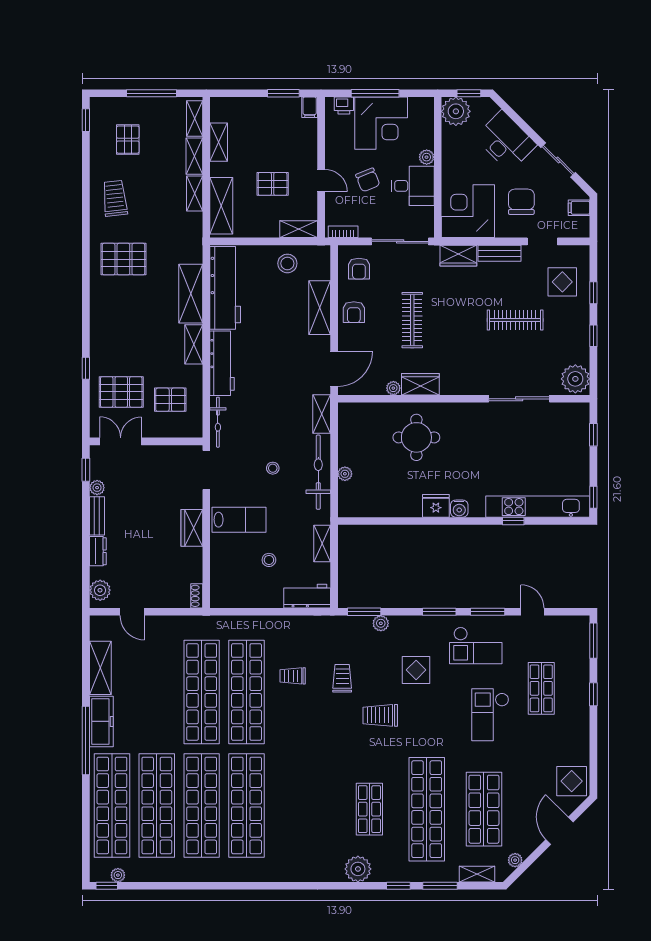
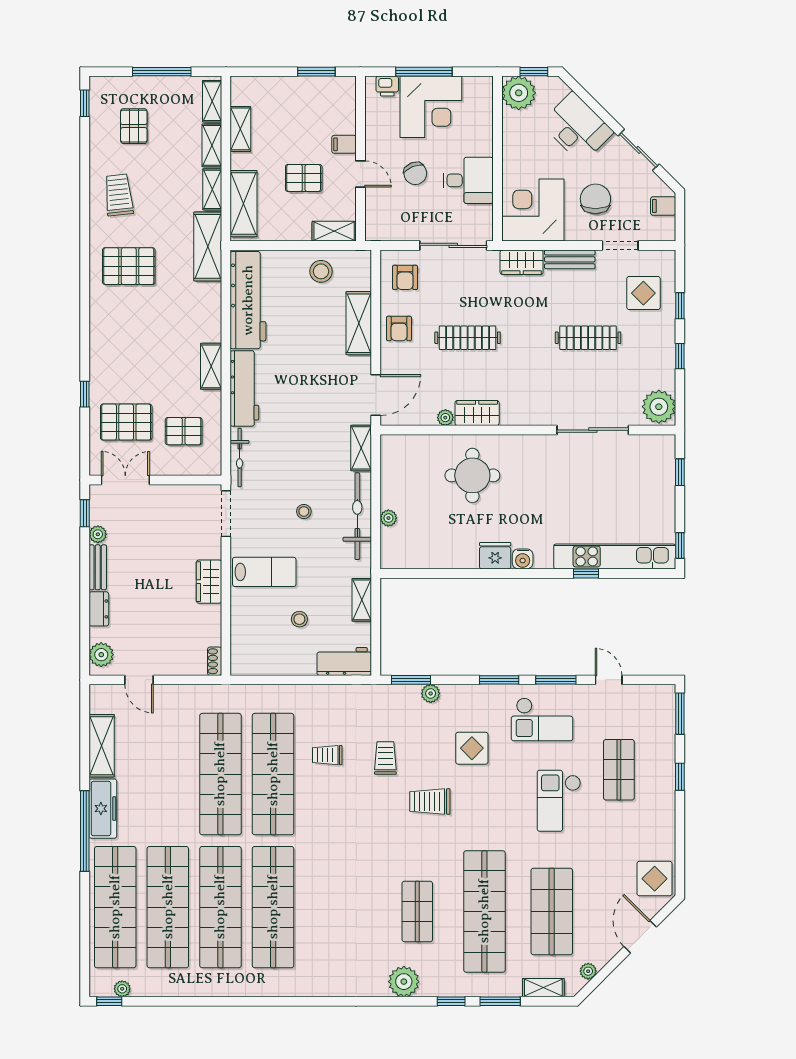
filing cabinet: (310, 107) -> (344, 144), moved, turned 90
plant: (427, 157) -> (484, 147), removed
bookcase: (343, 232) -> (386, 234), removed
shelving: (191, 294) -> (208, 246), moved
clothes rail: (412, 320) -> (468, 338), turned 90

